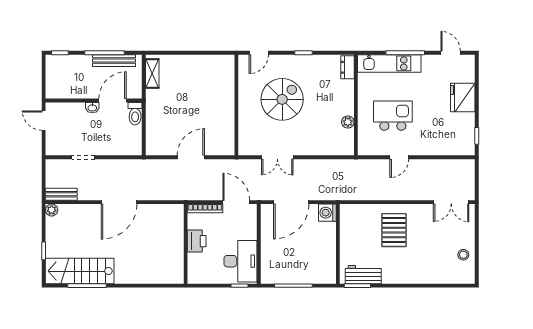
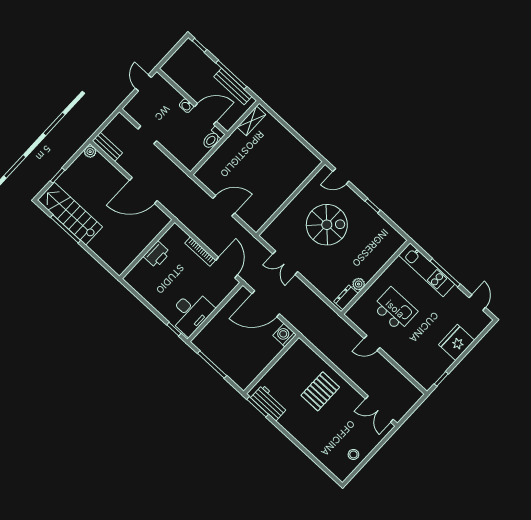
dresser: (347, 67) -> (346, 297), moved
printer: (197, 241) -> (157, 254), moved
wall: (186, 244) -> (147, 249), moved

